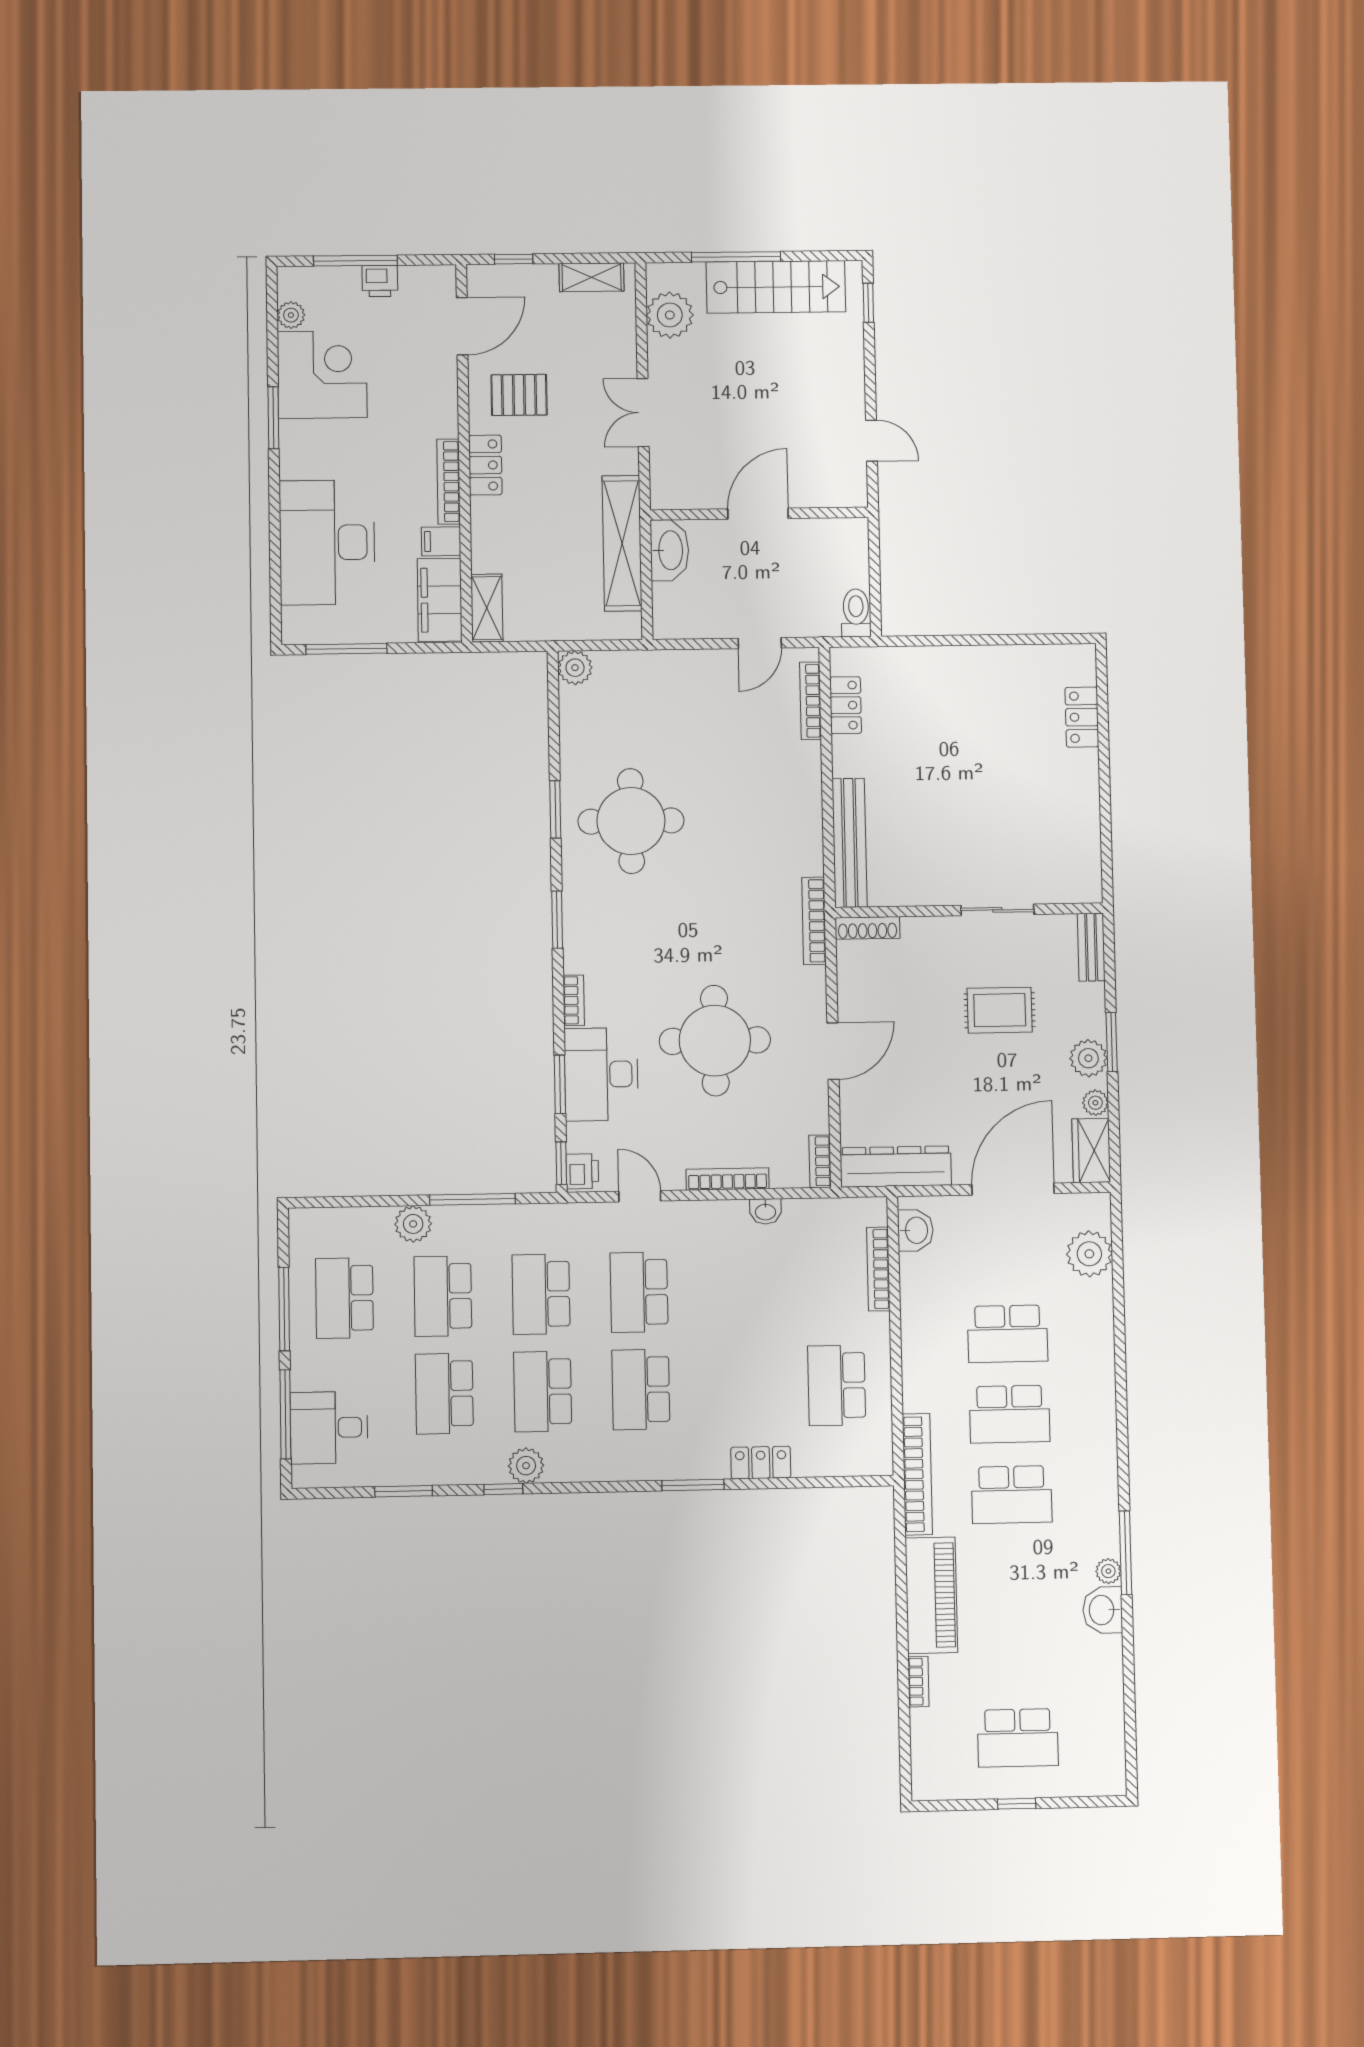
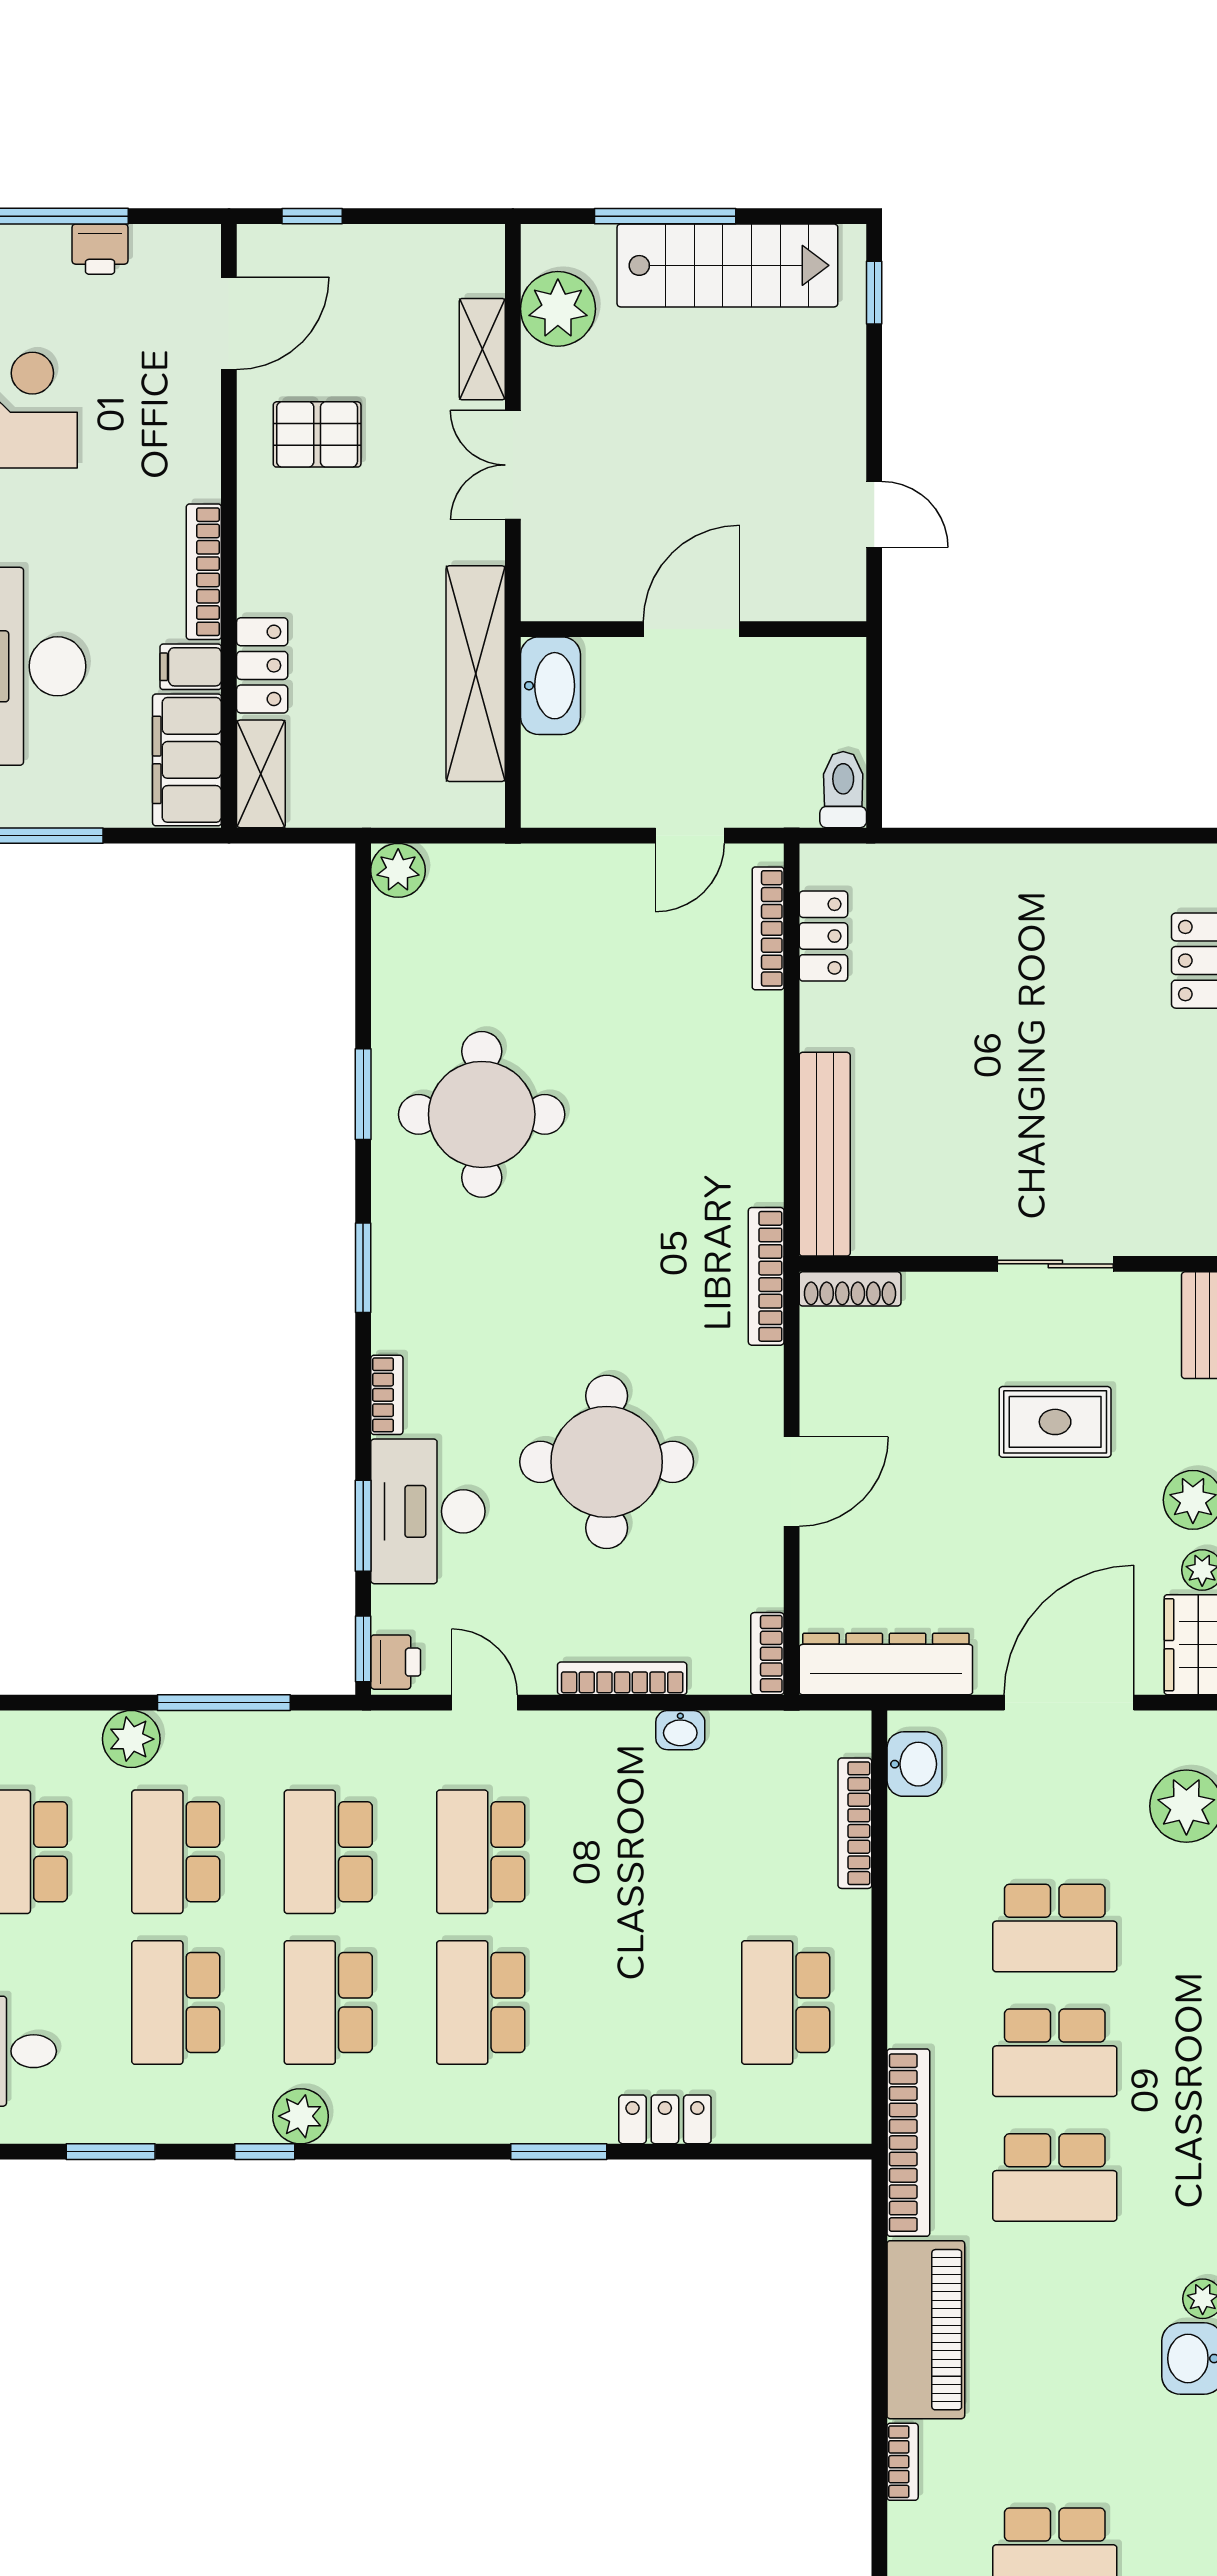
shelving: (592, 277) -> (482, 349), moved, turned 90
locker: (485, 465) -> (262, 665), moved

